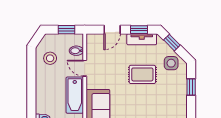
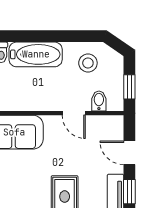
door: (85, 68) -> (74, 113), swing flipped
bathtub: (75, 95) -> (36, 54), moved, turned 180

